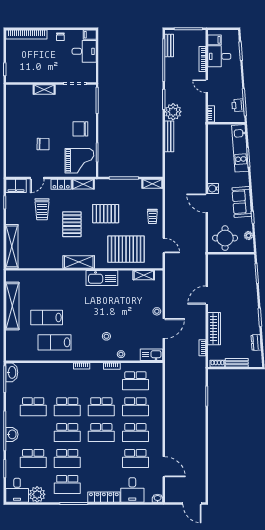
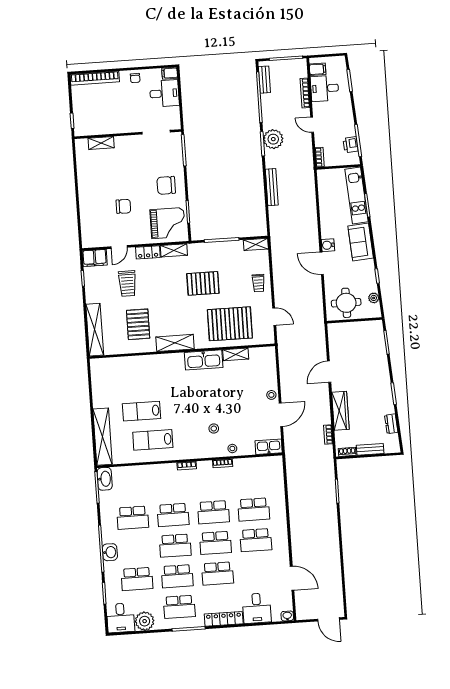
shelving: (44, 89) -> (101, 143), moved
plant: (173, 112) -> (273, 139), moved
sofa: (242, 202) -> (361, 242), moved
pallet: (72, 224) -> (138, 324), moved
shelving: (144, 275) -> (236, 354), moved
shelving: (12, 306) -> (103, 437), moved
school desk: (135, 381) -> (252, 479), removed
school desk: (135, 458) -> (218, 573), moved

